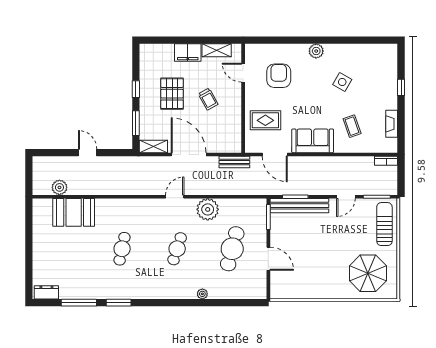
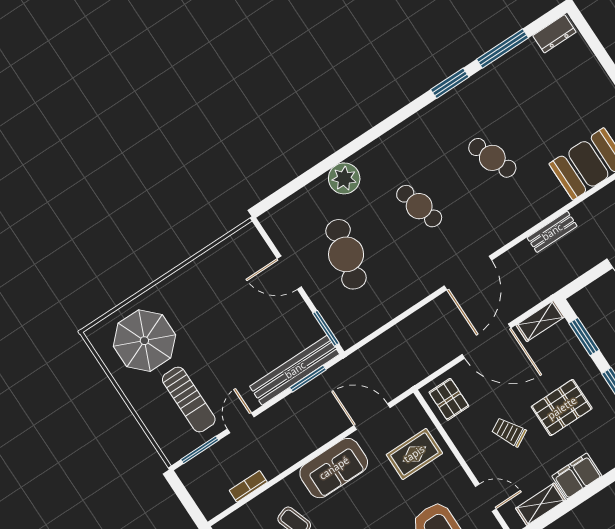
pallet: (172, 94) -> (562, 408), turned 90
pallet: (228, 137) -> (449, 399), added
bookcase: (386, 161) -> (248, 486), moved
bench: (234, 162) -> (552, 232), moved
door: (175, 197) -> (468, 273), width x1.87
plant: (208, 209) -> (413, 285), removed
sun lounger: (384, 224) -> (189, 400), moved
cafe table: (122, 249) -> (492, 158), turned -33
cafe table: (177, 249) -> (419, 206), turned -33
plant: (202, 294) -> (344, 178), width x1.87, depth x1.87

